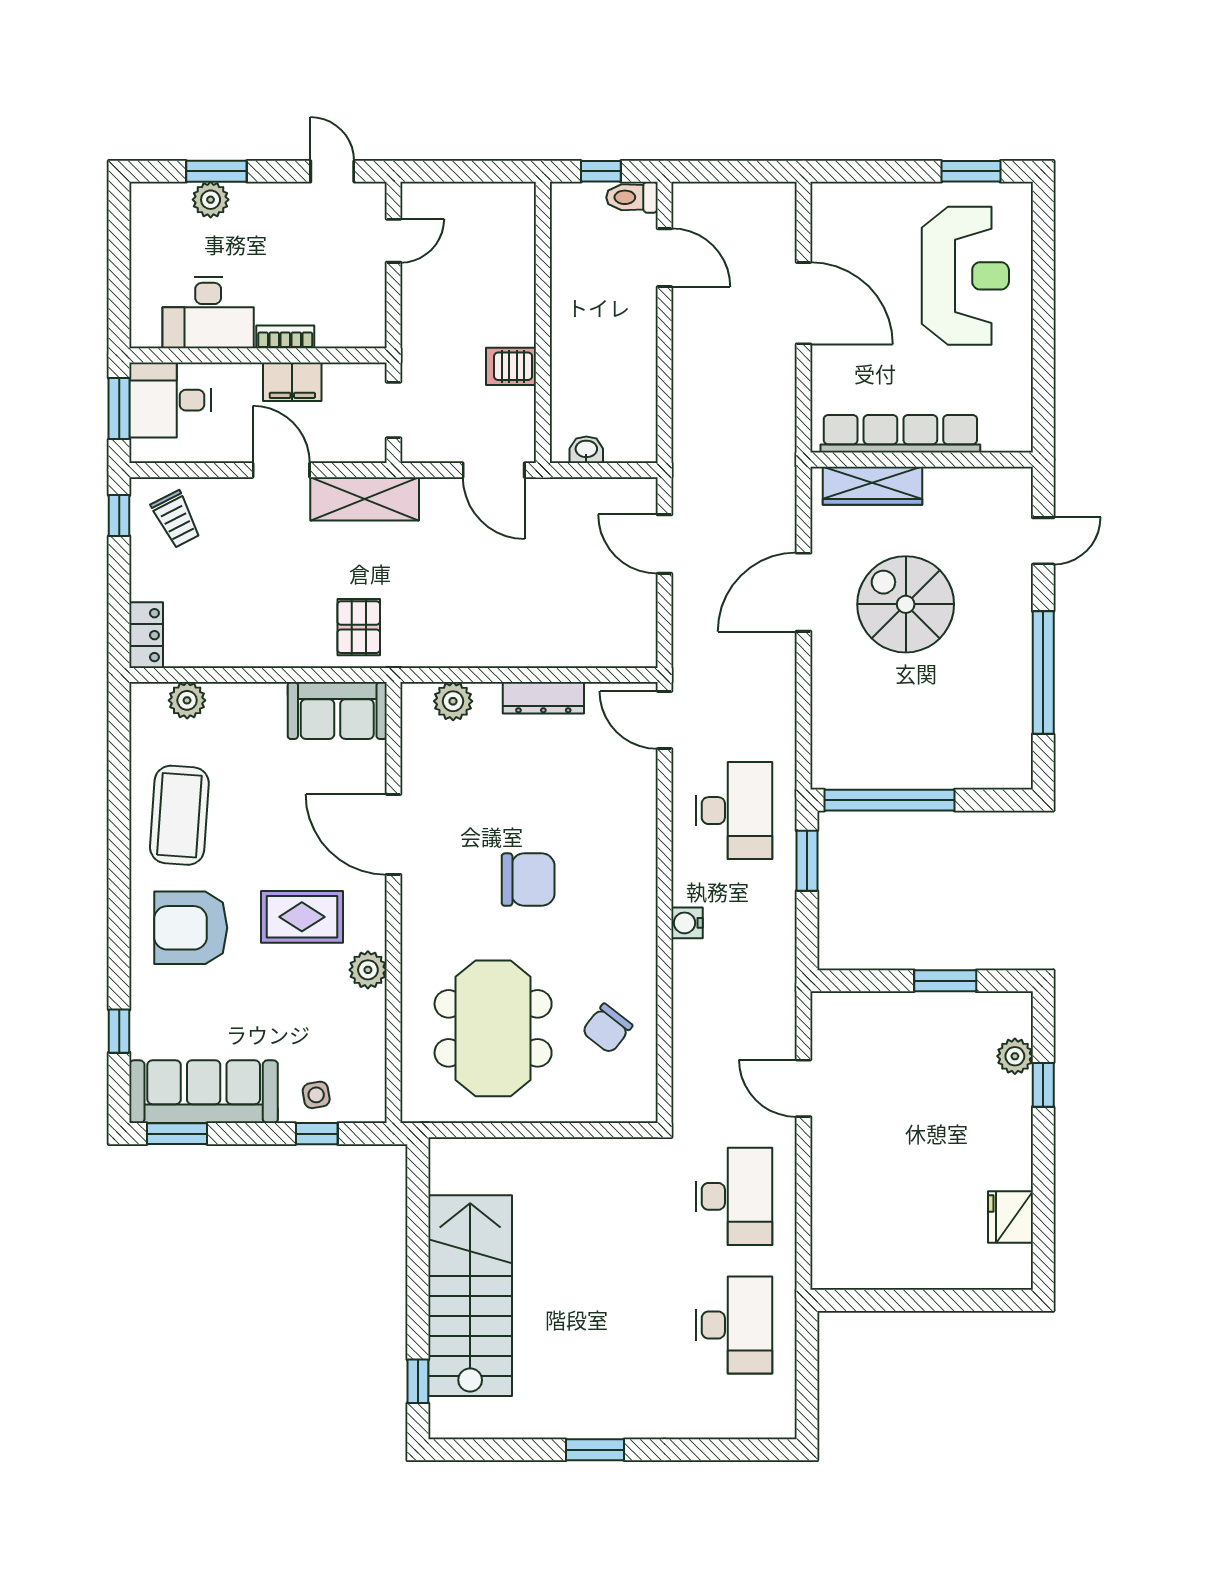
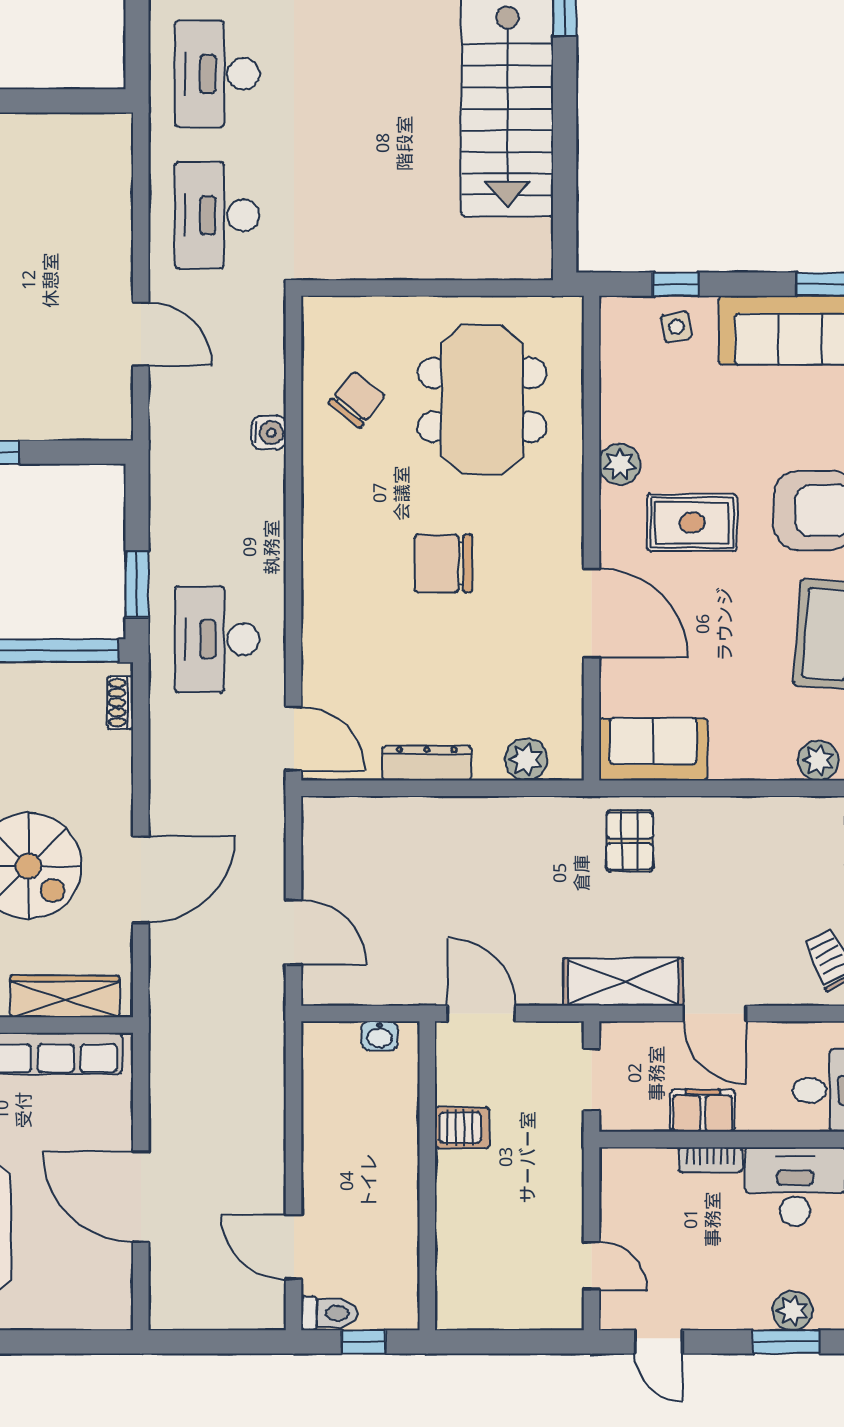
door: (394, 241) -> (591, 1266), swing flipped
shoe rack: (822, 753) -> (120, 703), added
water cooler: (687, 923) -> (269, 433), moved

